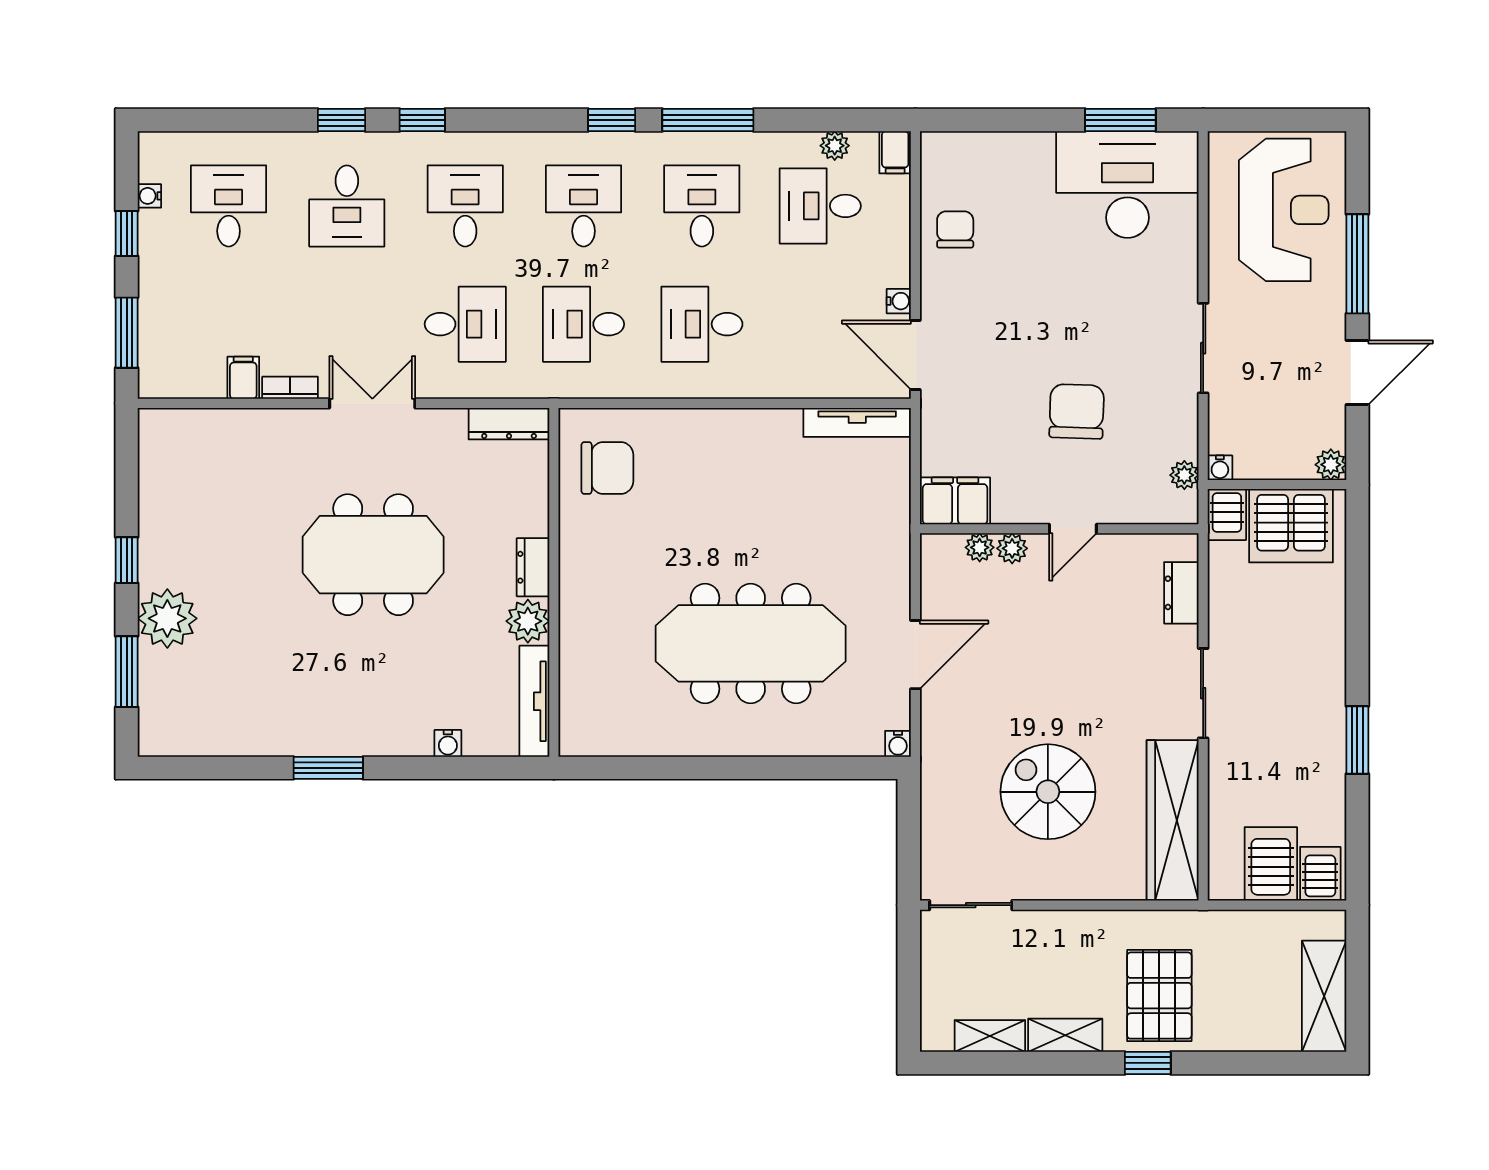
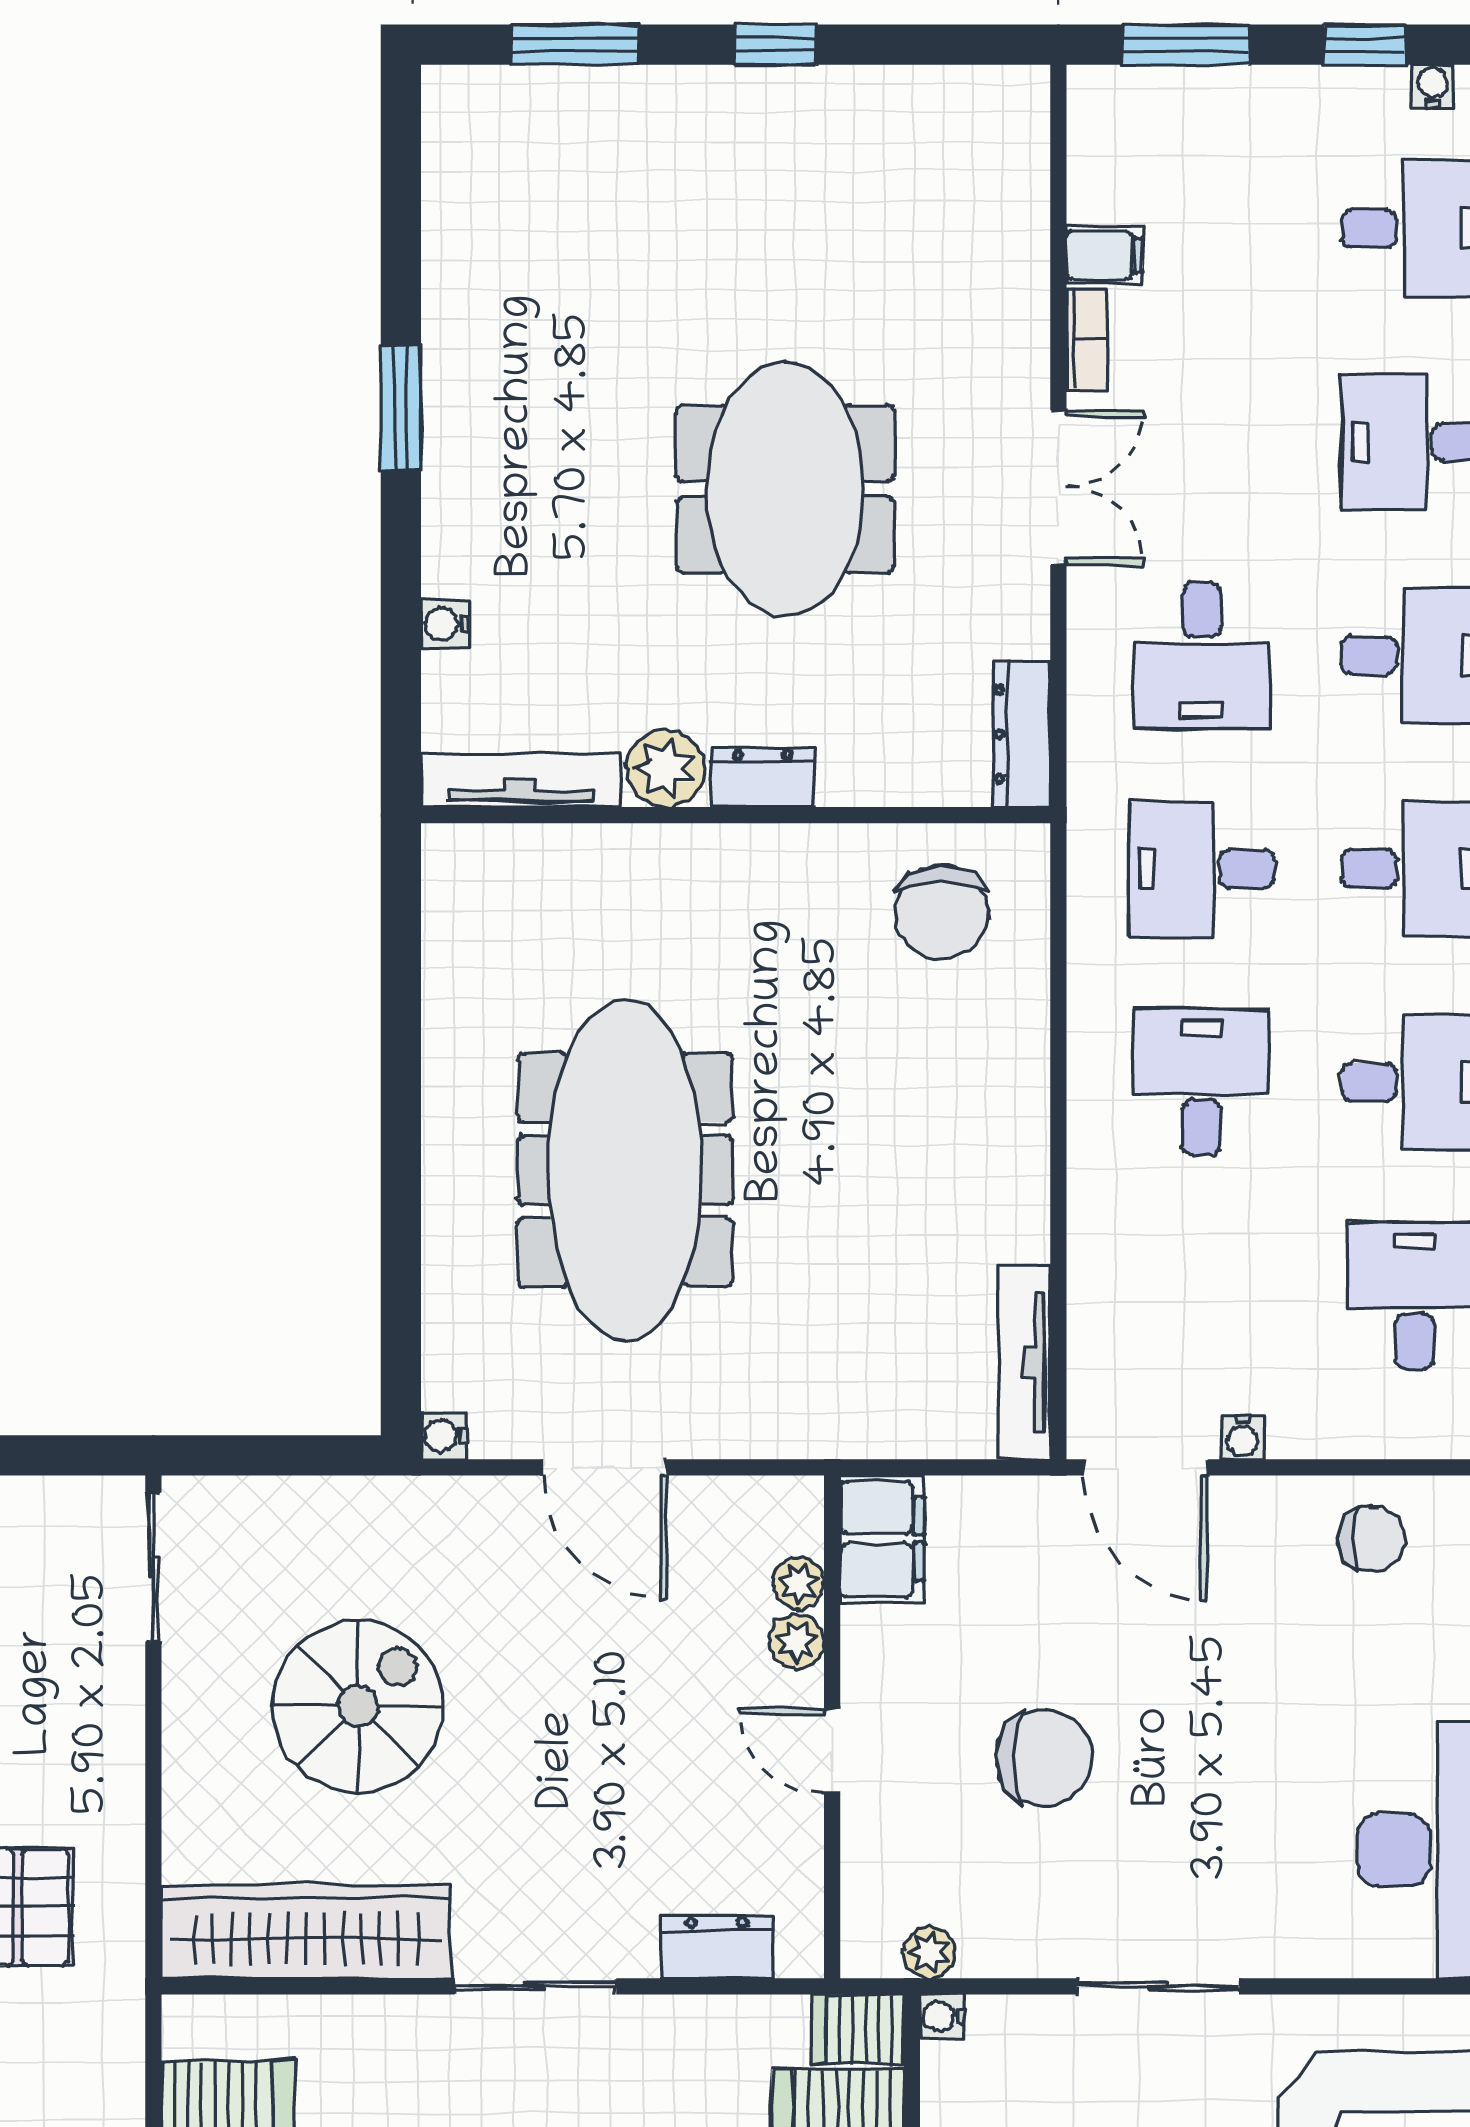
desk: (584, 324) -> (1201, 869), turned -90
door: (915, 355) -> (1146, 1467), swing flipped
plant: (167, 618) -> (670, 118), removed

